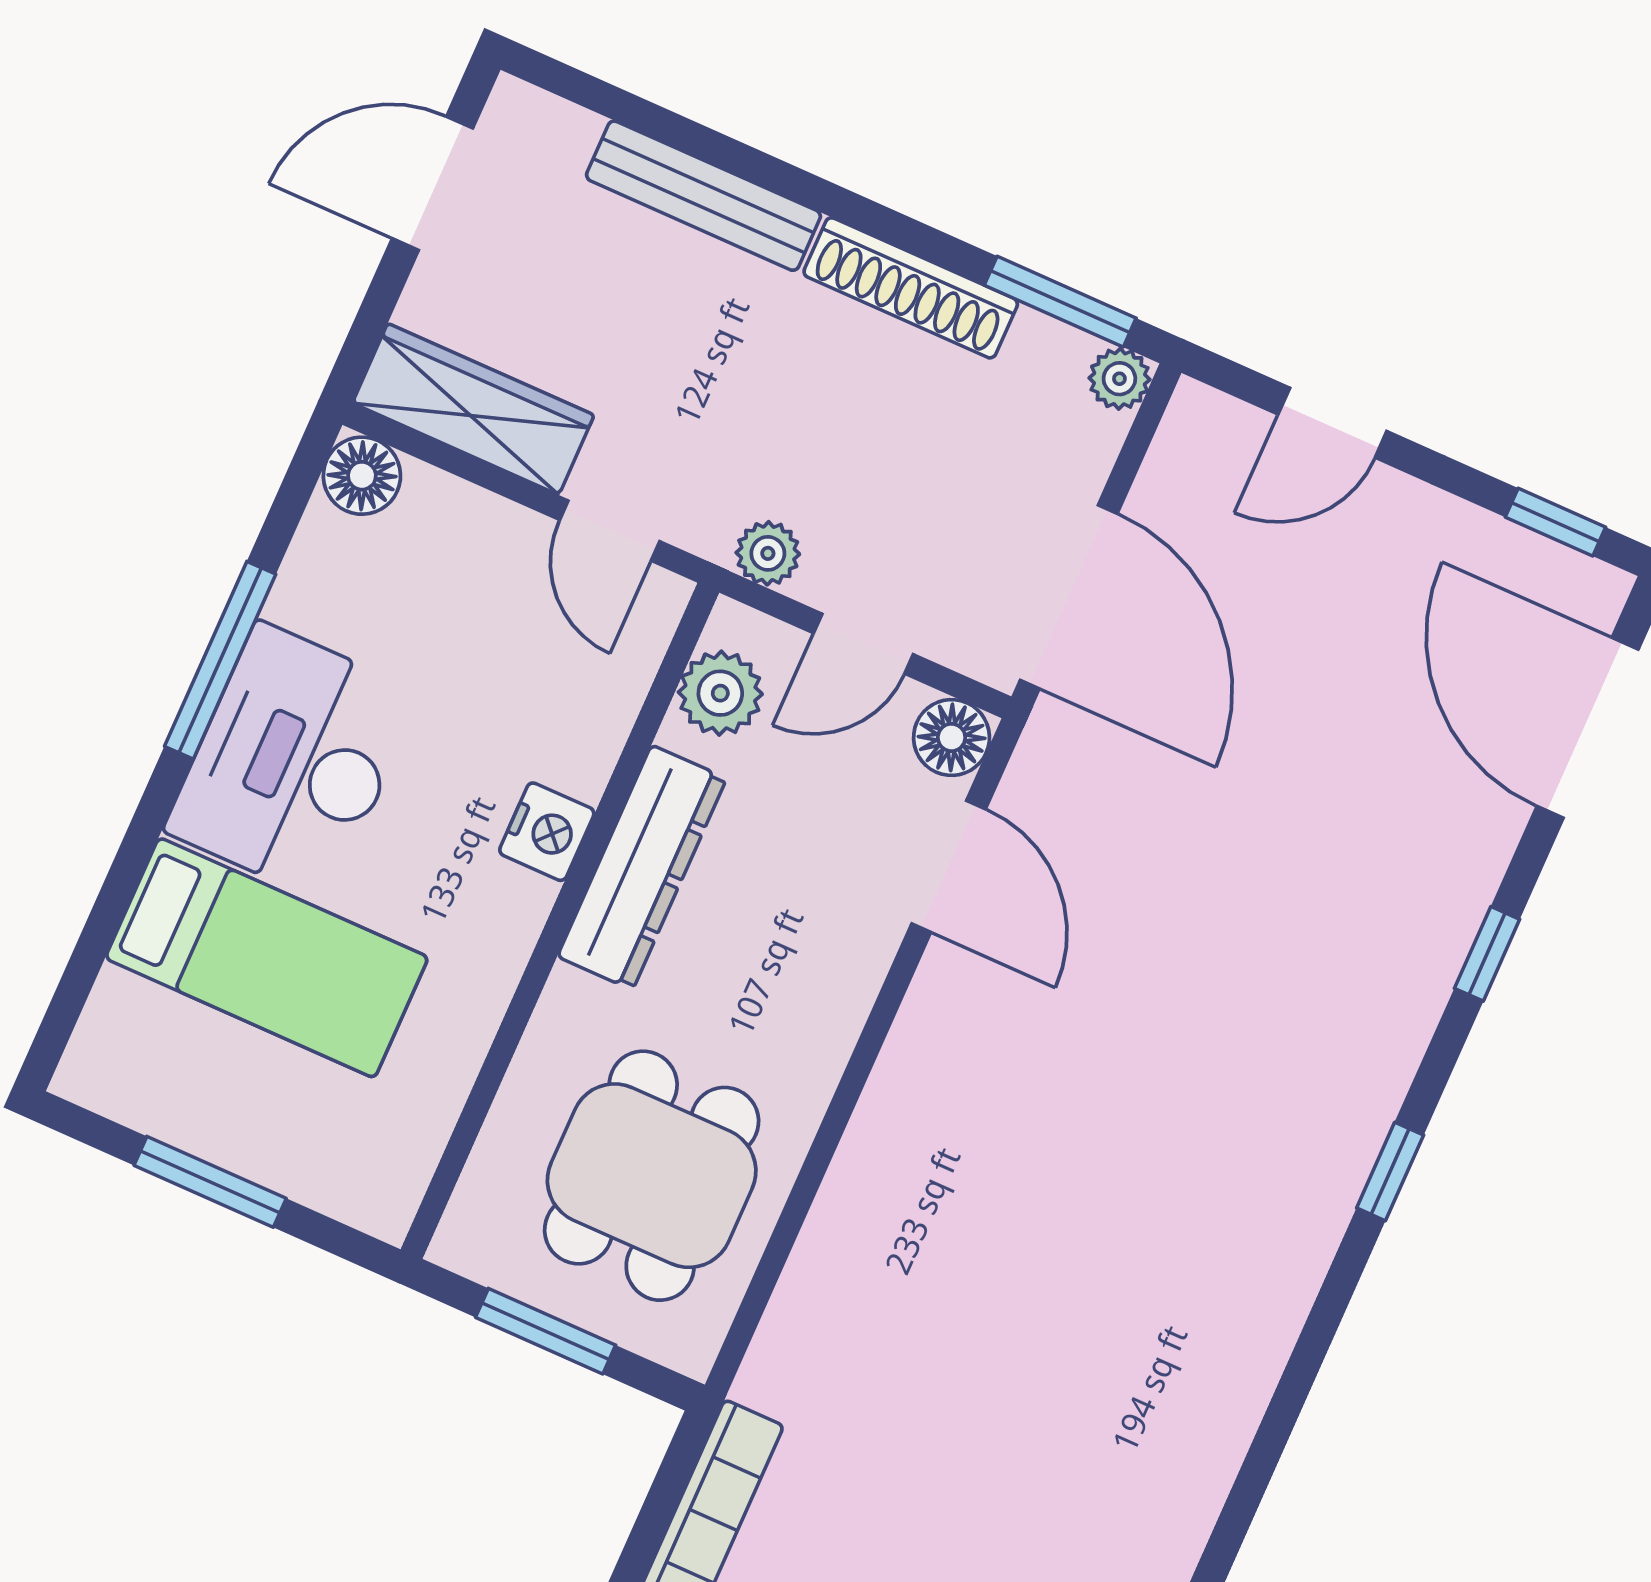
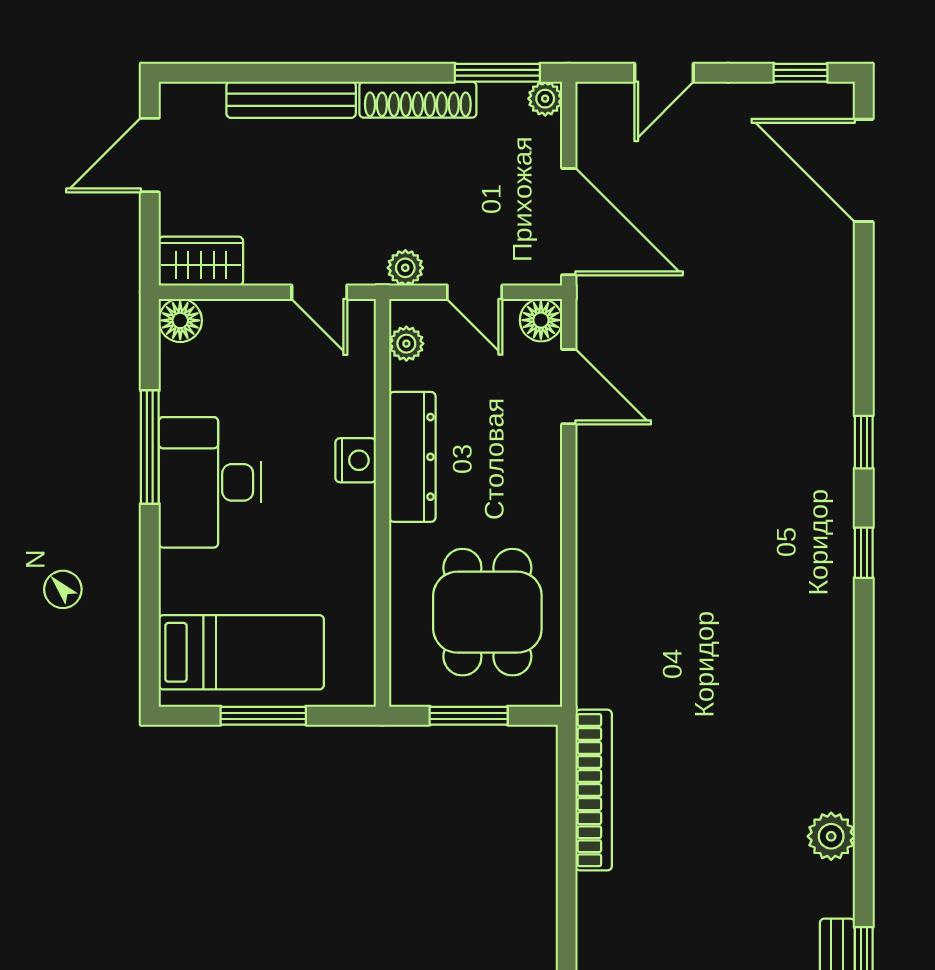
wardrobe: (473, 409) -> (201, 261), width x0.67
door: (863, 644) -> (475, 292), hinge flipped
plant: (720, 693) -> (406, 344), width x0.73, depth x0.73
window: (1487, 954) -> (864, 553), moved
bed: (267, 958) -> (241, 652), moved

